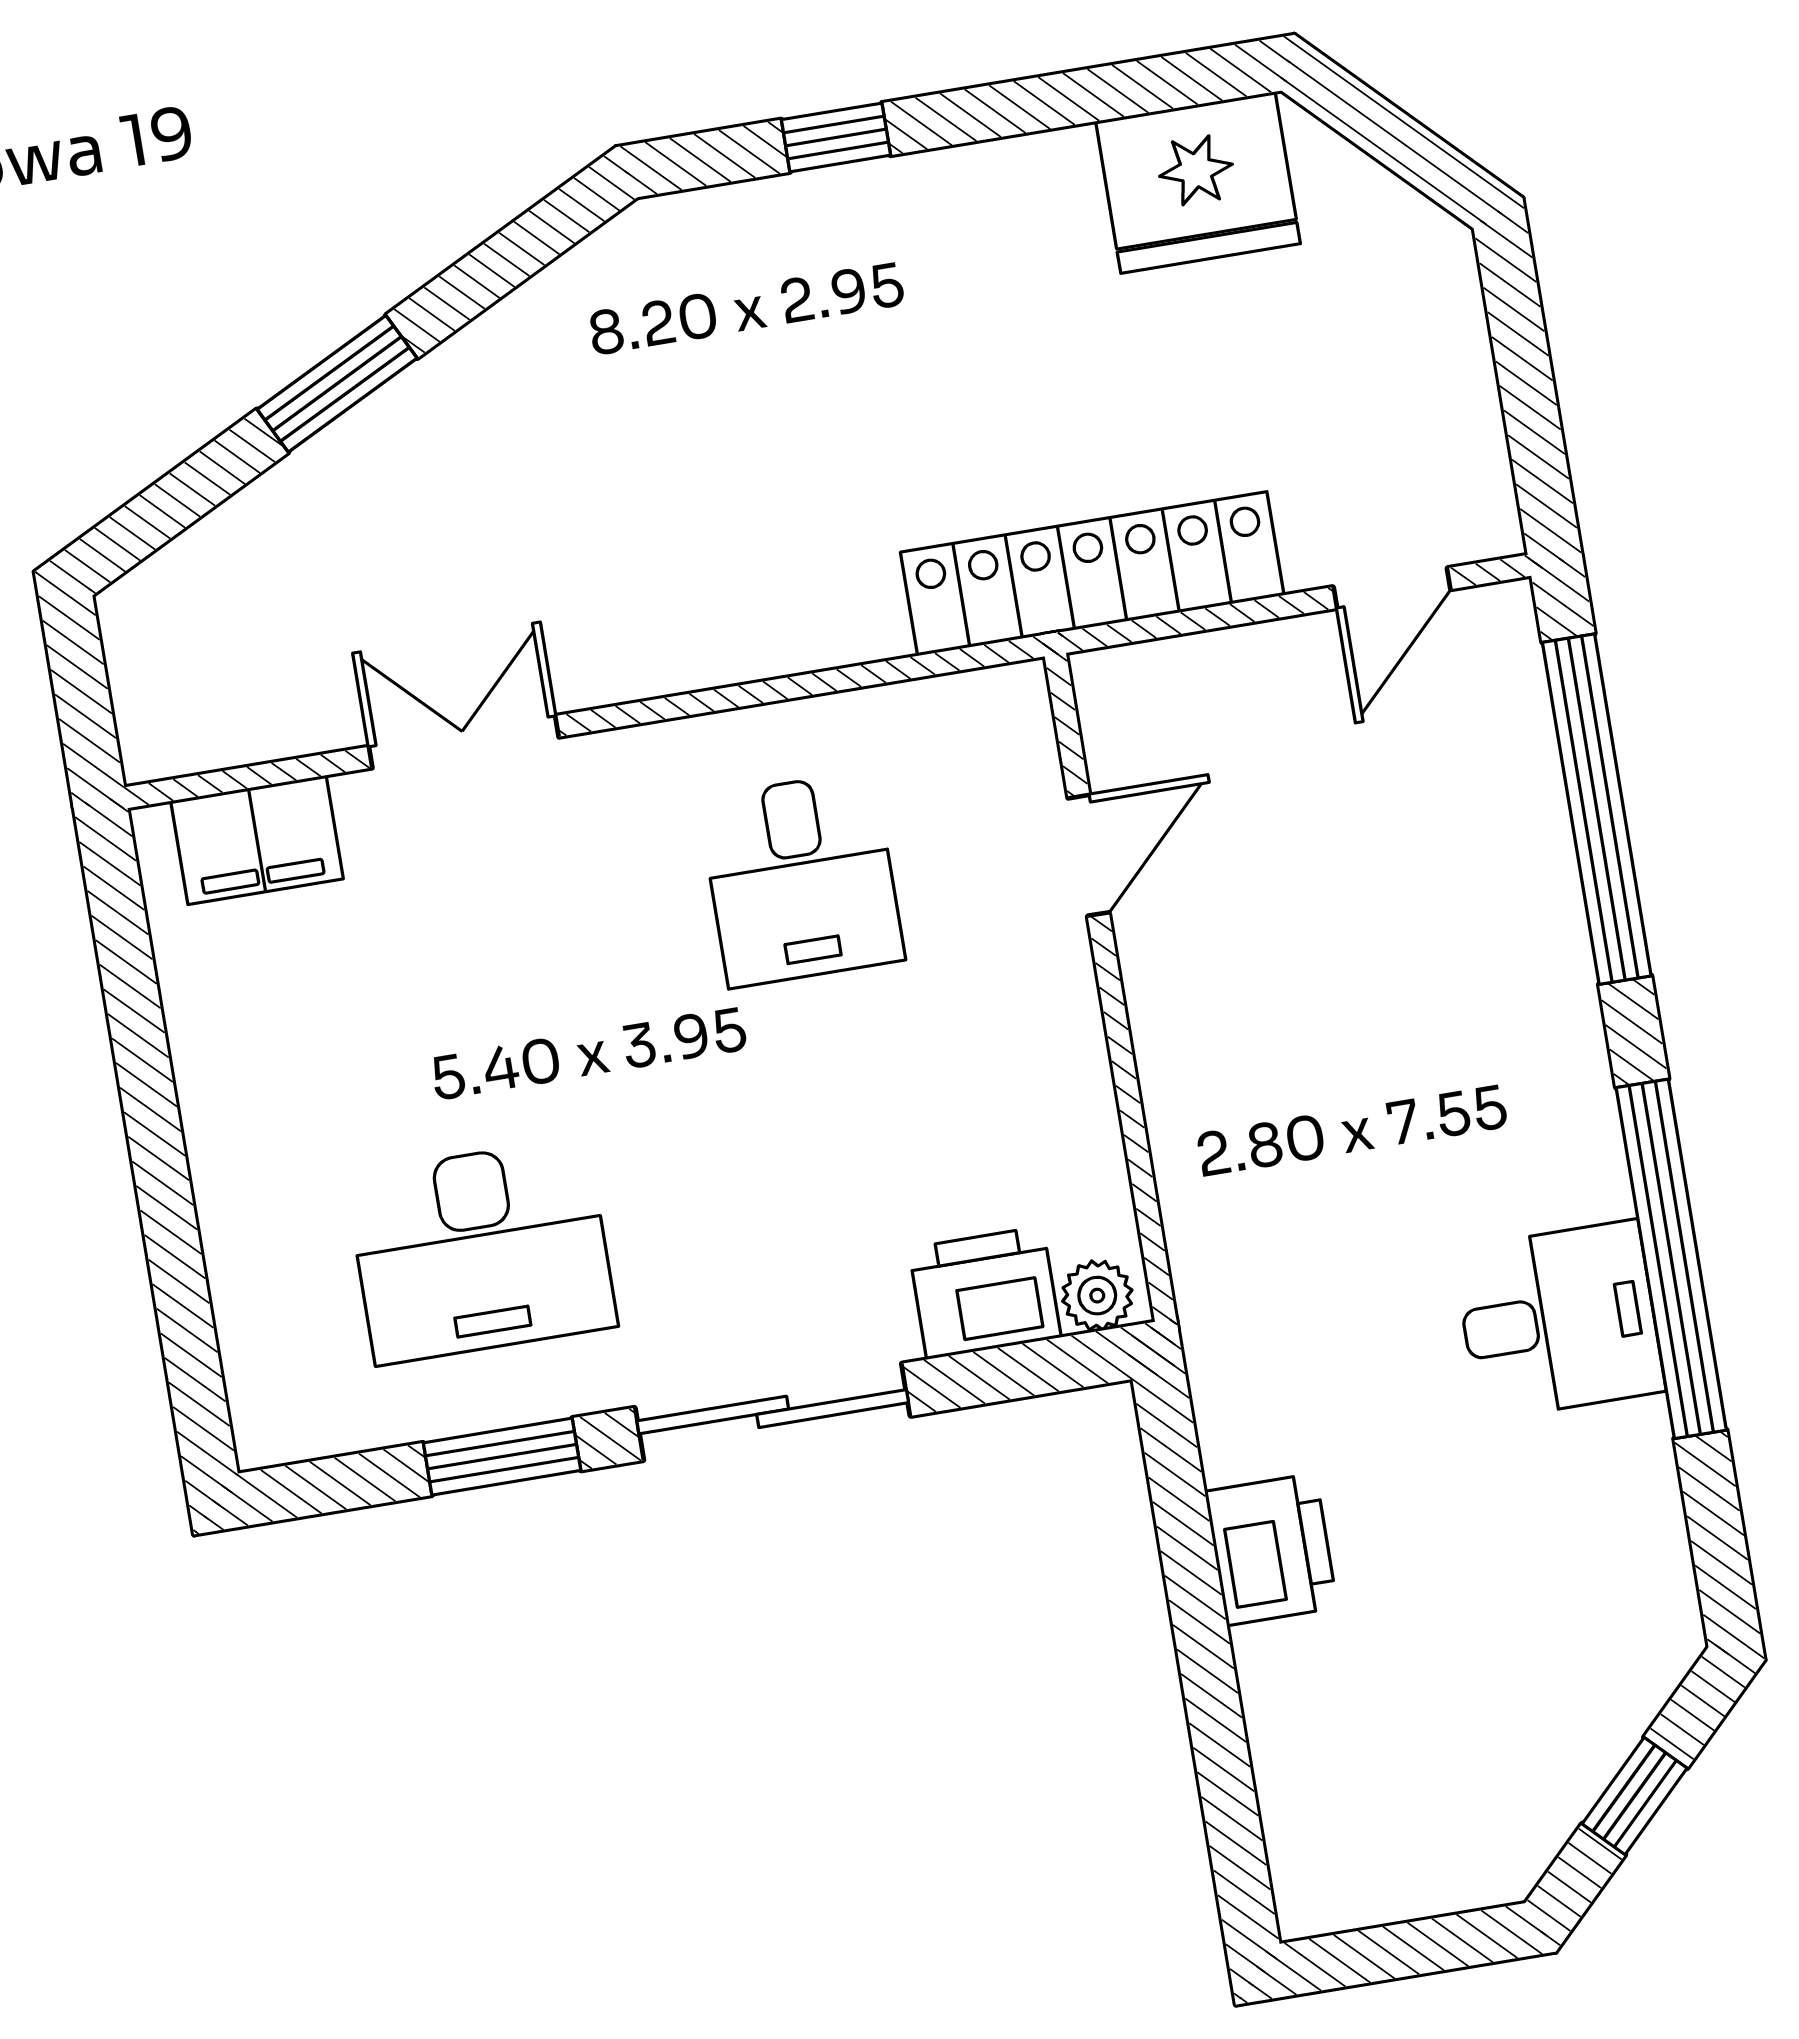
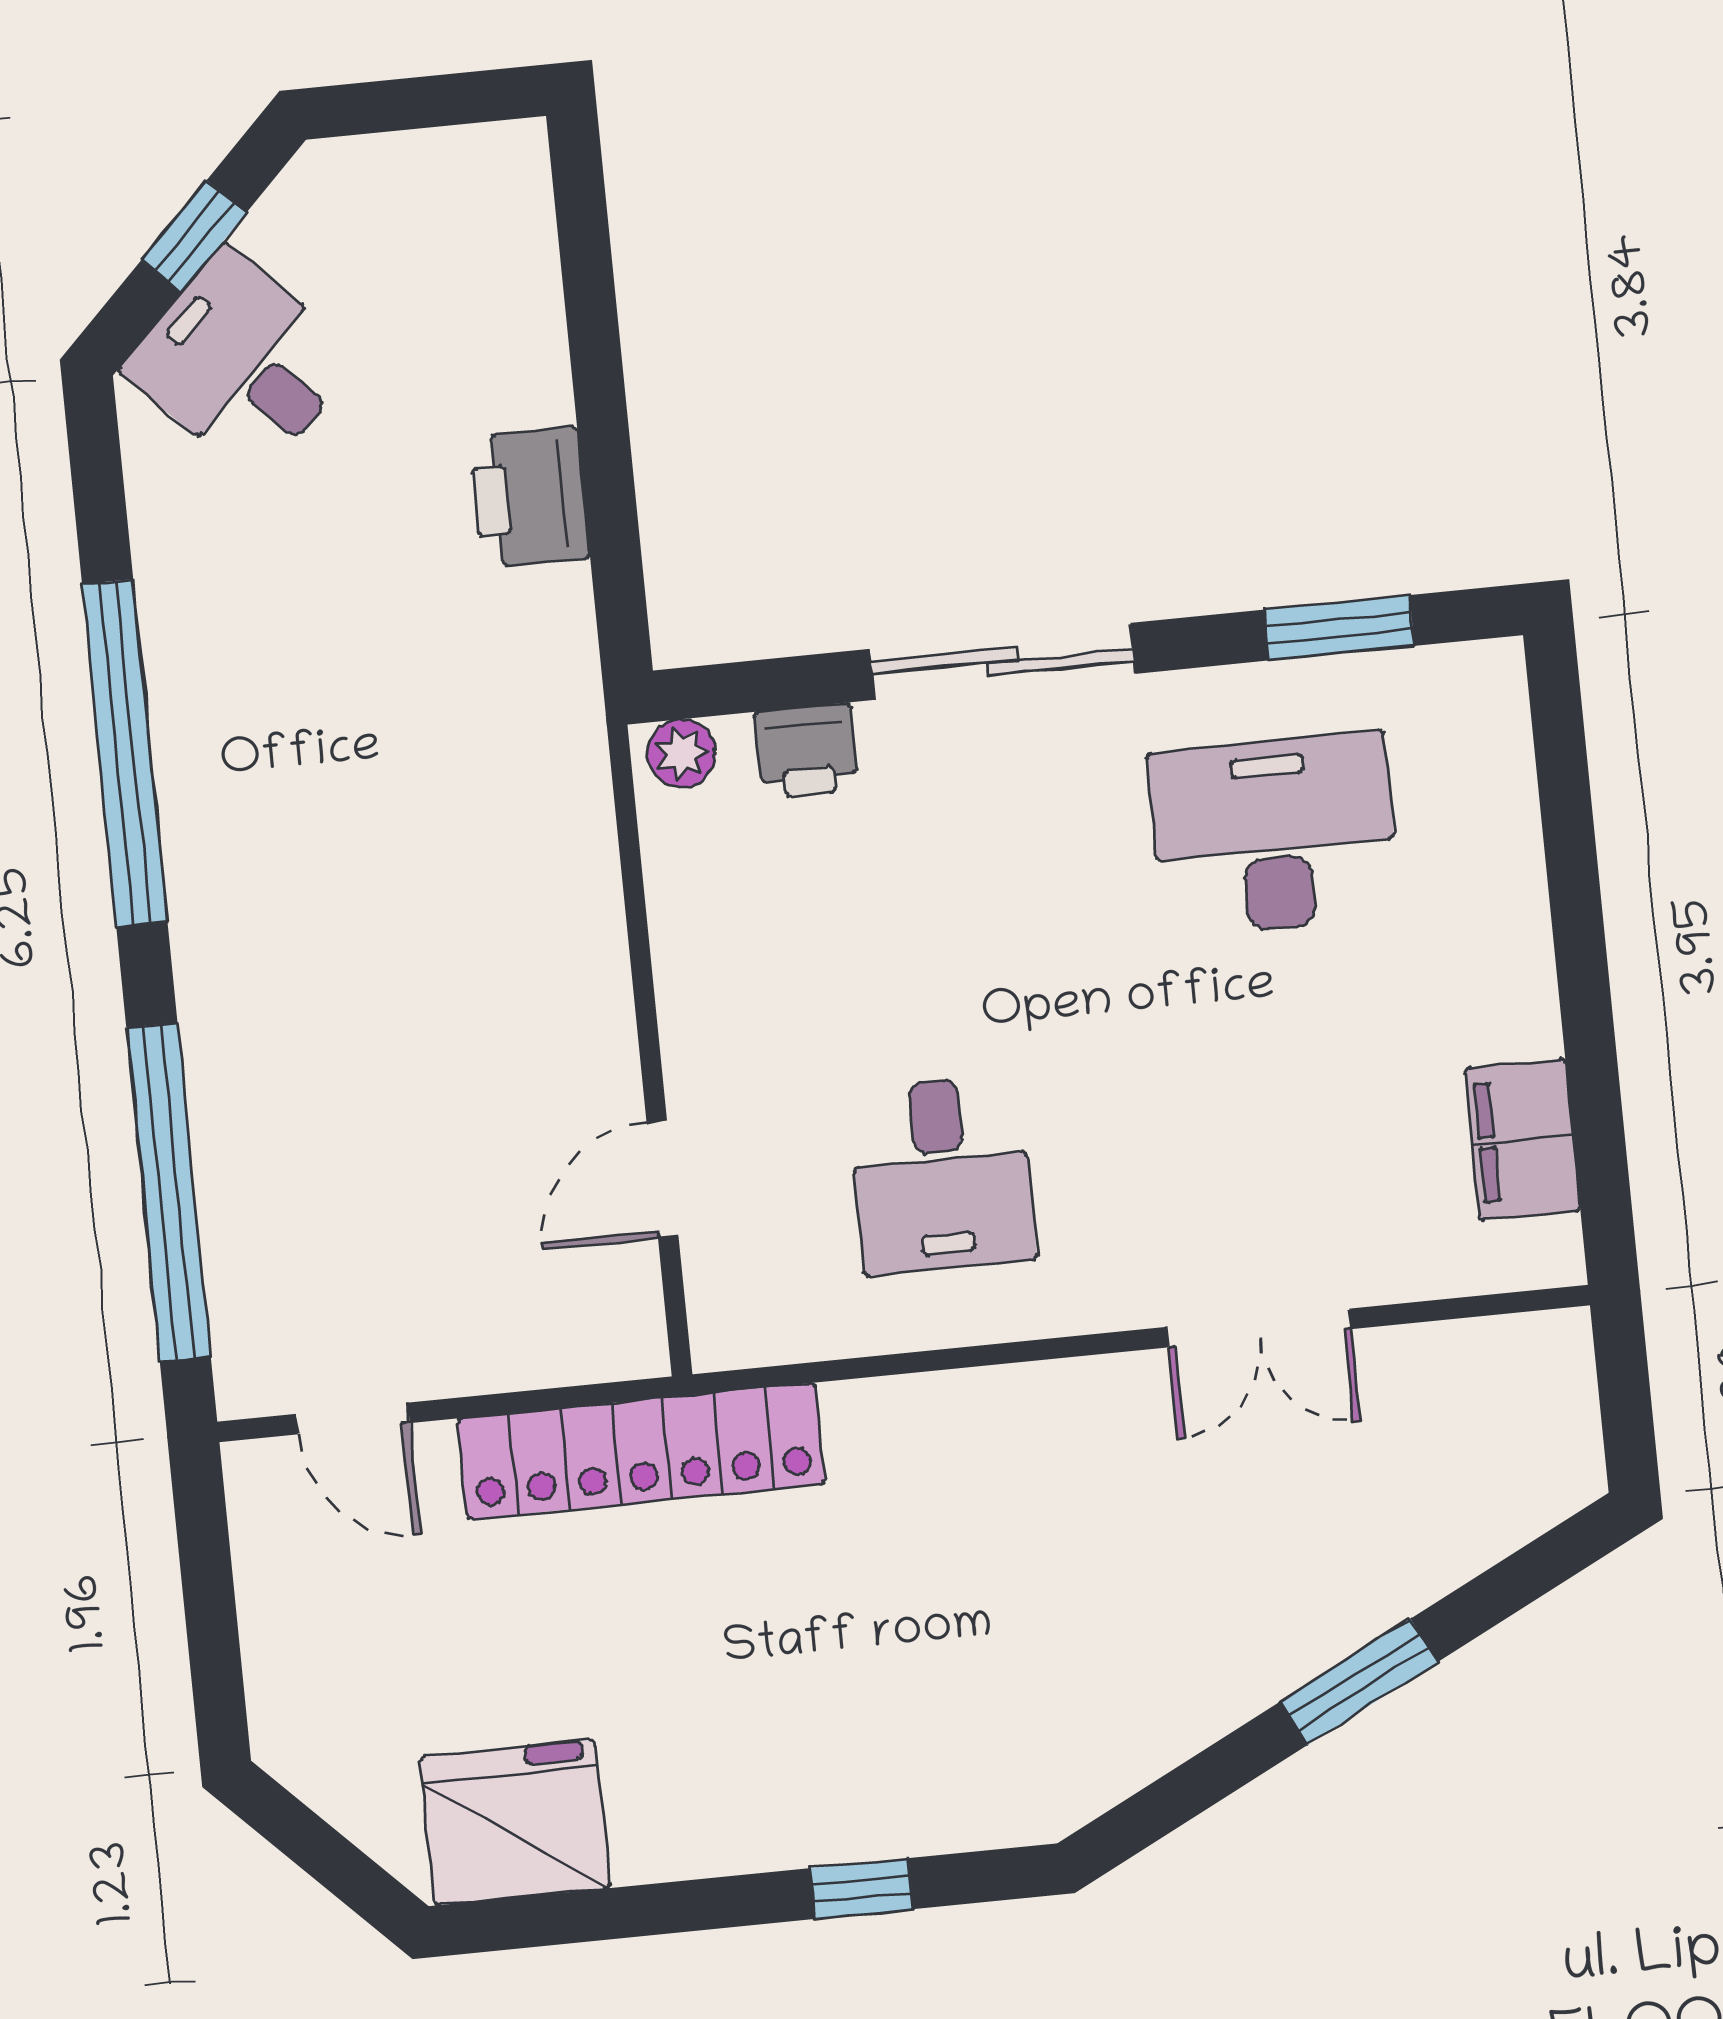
door: (1392, 588) -> (353, 1418), swing flipped
filing cabinet: (257, 840) -> (1522, 1140), moved, turned -90
desk: (801, 879) -> (941, 1174), turned 180
printer: (985, 1293) -> (807, 751), width x0.73, depth x0.81
desk: (1559, 1320) -> (241, 363), moved, turned 45
window: (502, 1457) -> (1339, 628), moved

